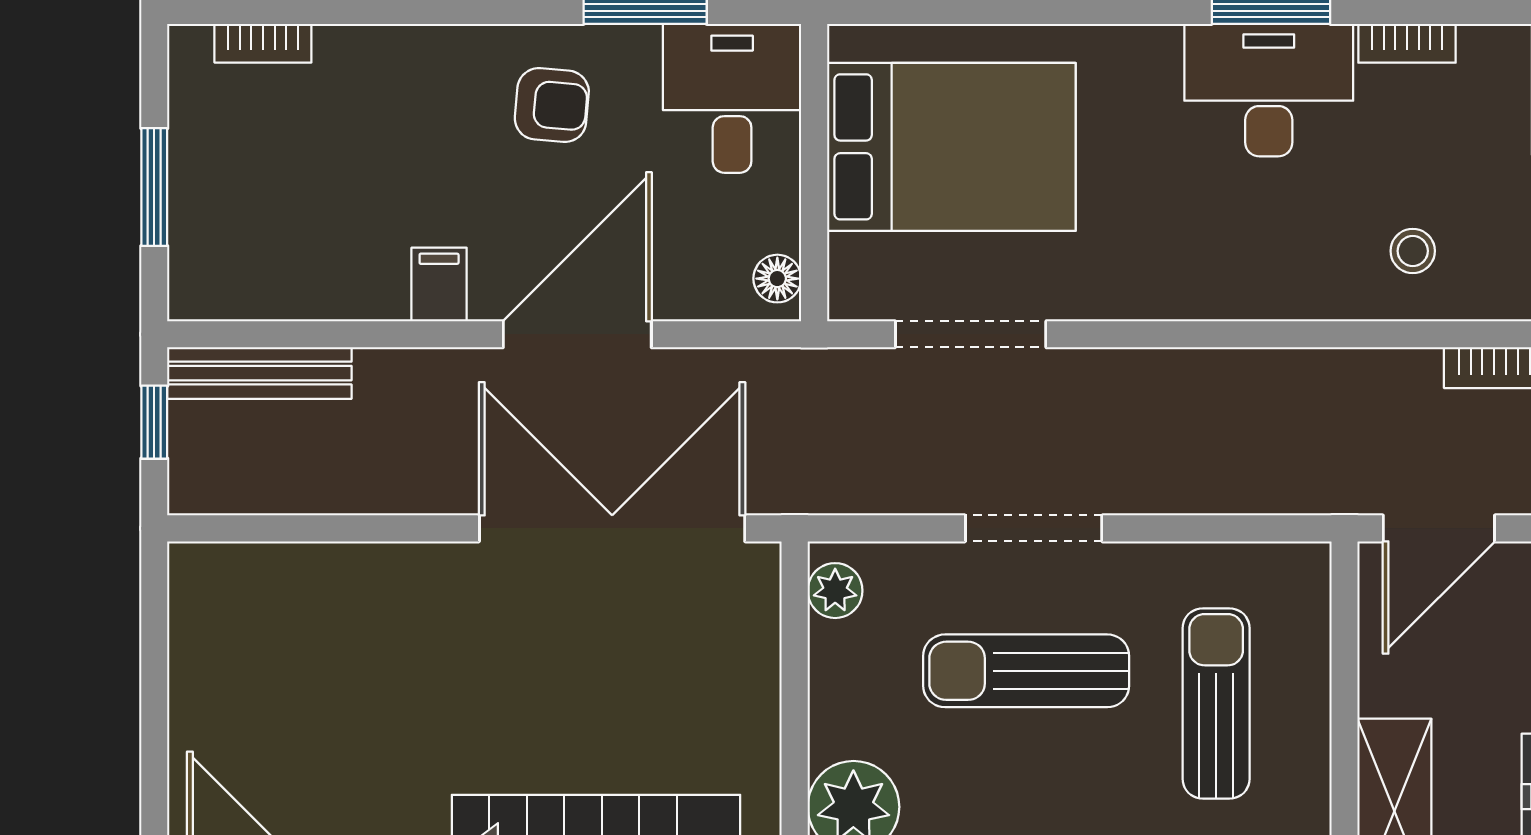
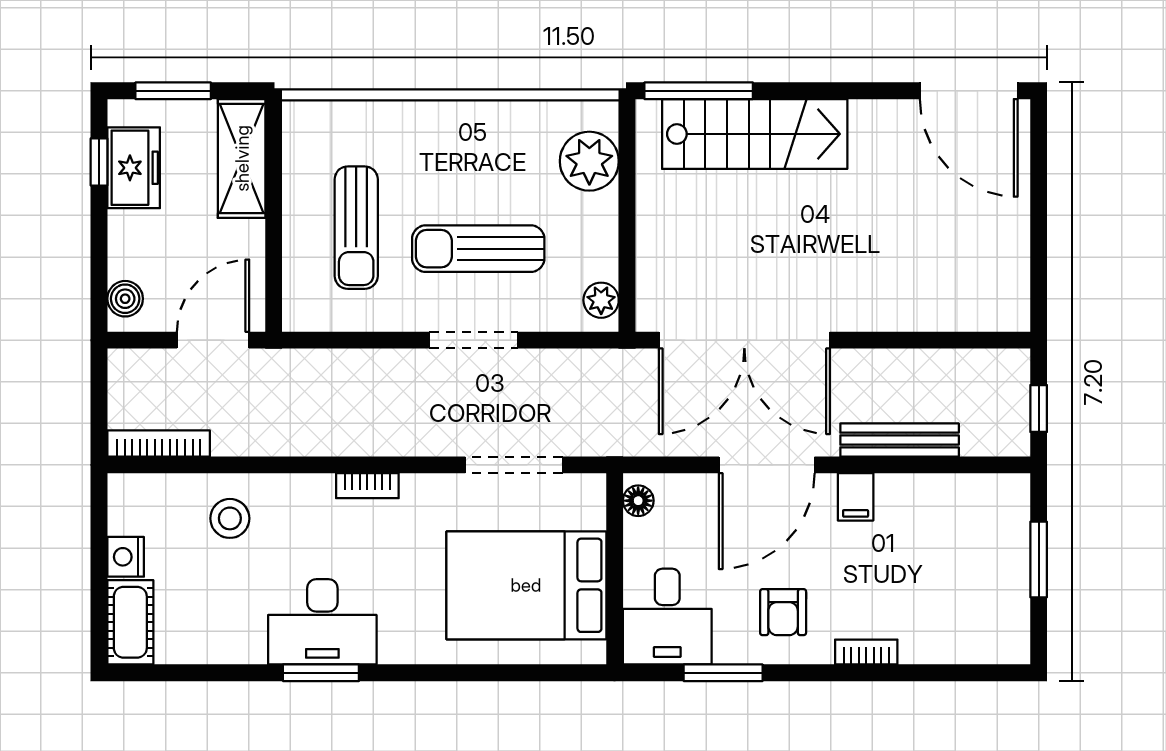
bookcase: (263, 43) -> (866, 652), moved
bookcase: (1407, 43) -> (367, 486), moved, turned 180
armchair: (552, 105) -> (783, 612), turned -95
stool: (1413, 251) -> (230, 518), width x1.37, depth x1.37
bench: (259, 373) -> (900, 440), moved
sun lounger: (1026, 671) -> (478, 249), turned 180

